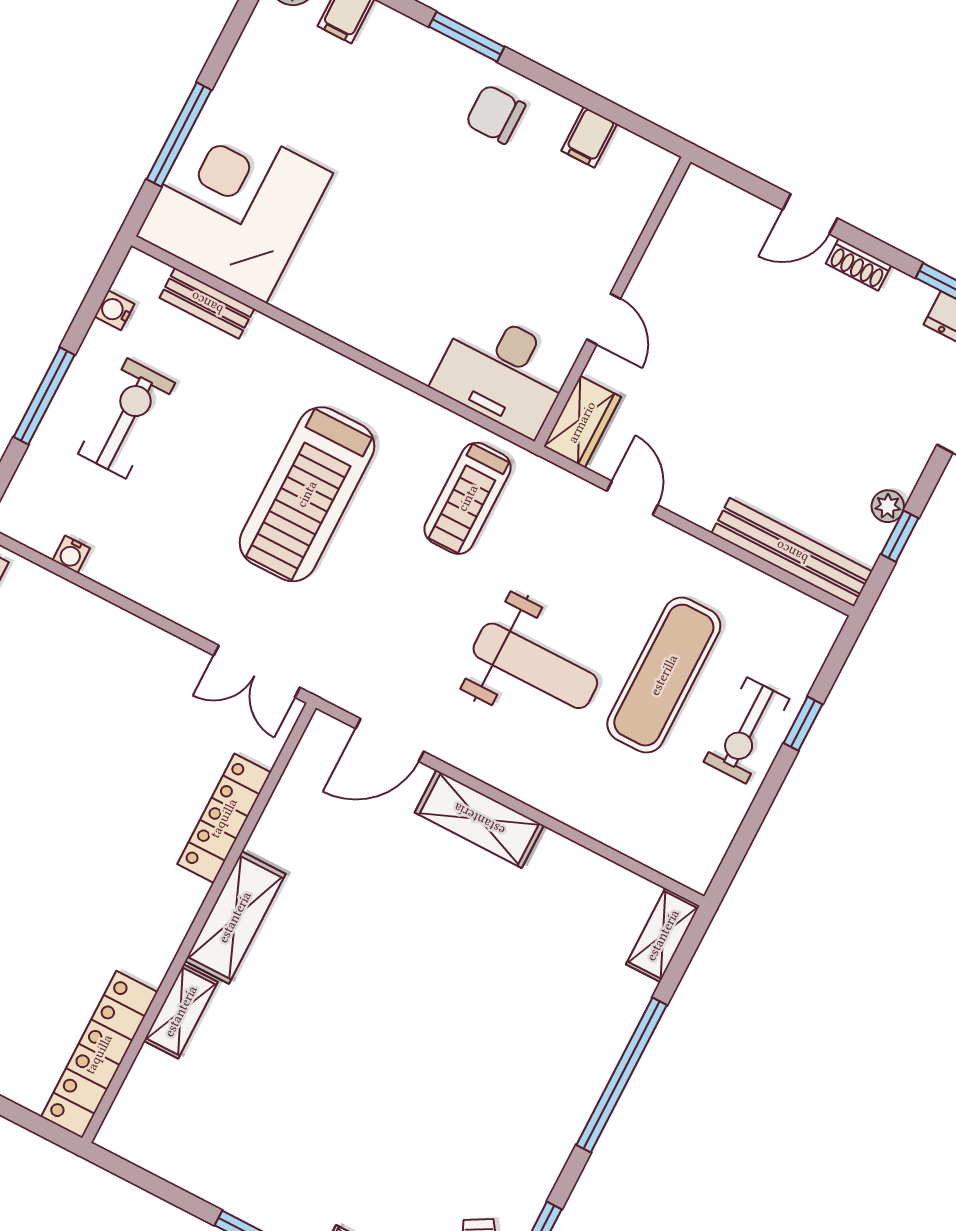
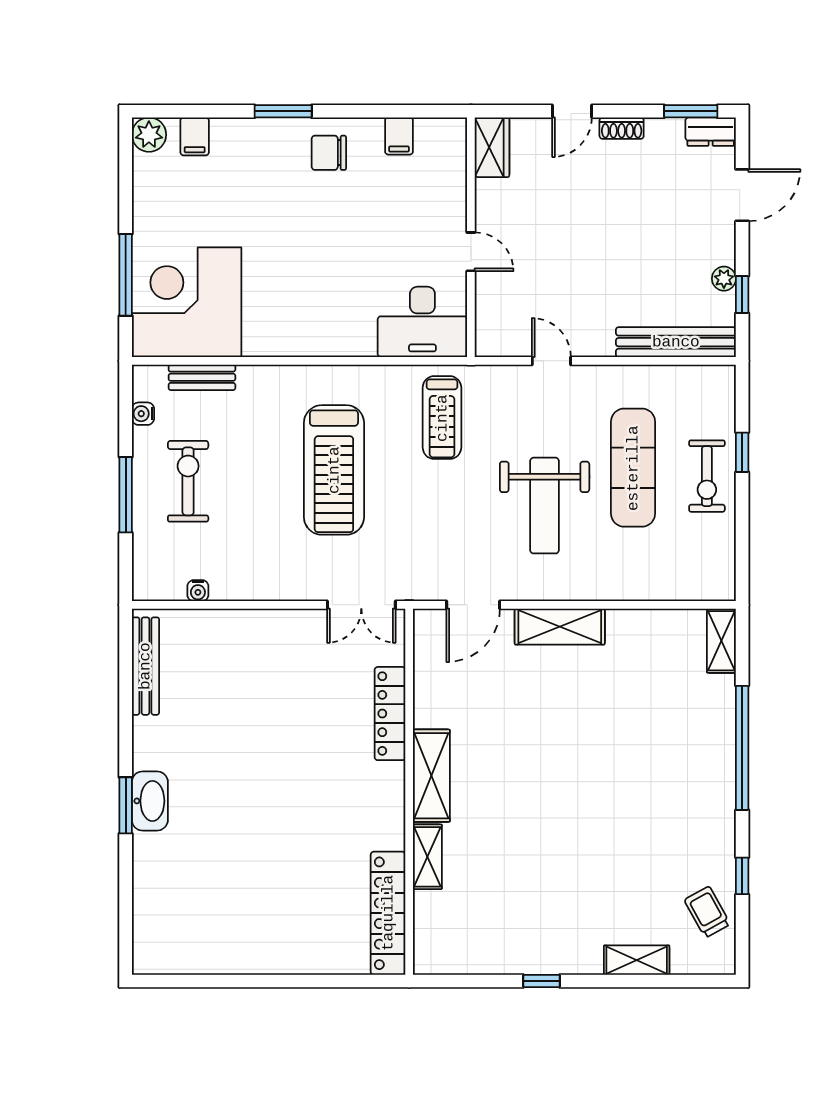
wardrobe: (582, 422) -> (492, 147), moved
weight bench: (535, 666) -> (545, 506), turned 90

